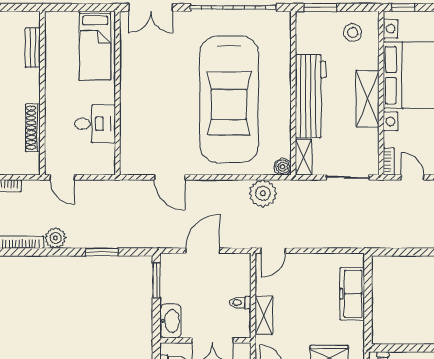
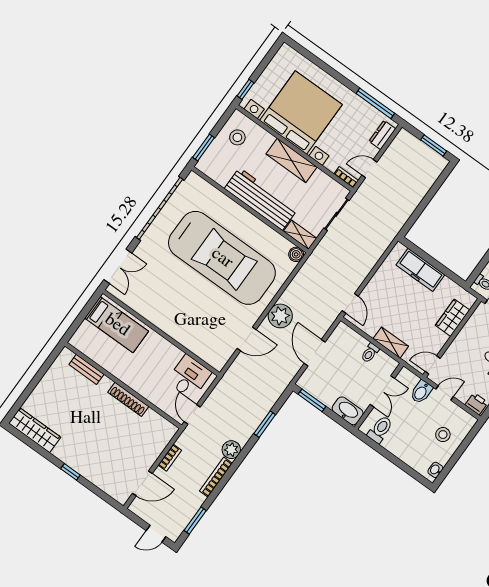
desk: (95, 124) -> (189, 377), moved
shoe rack: (33, 128) -> (128, 399), moved
door: (62, 177) -> (192, 414), swing flipped
plant: (263, 193) -> (280, 316), moved

